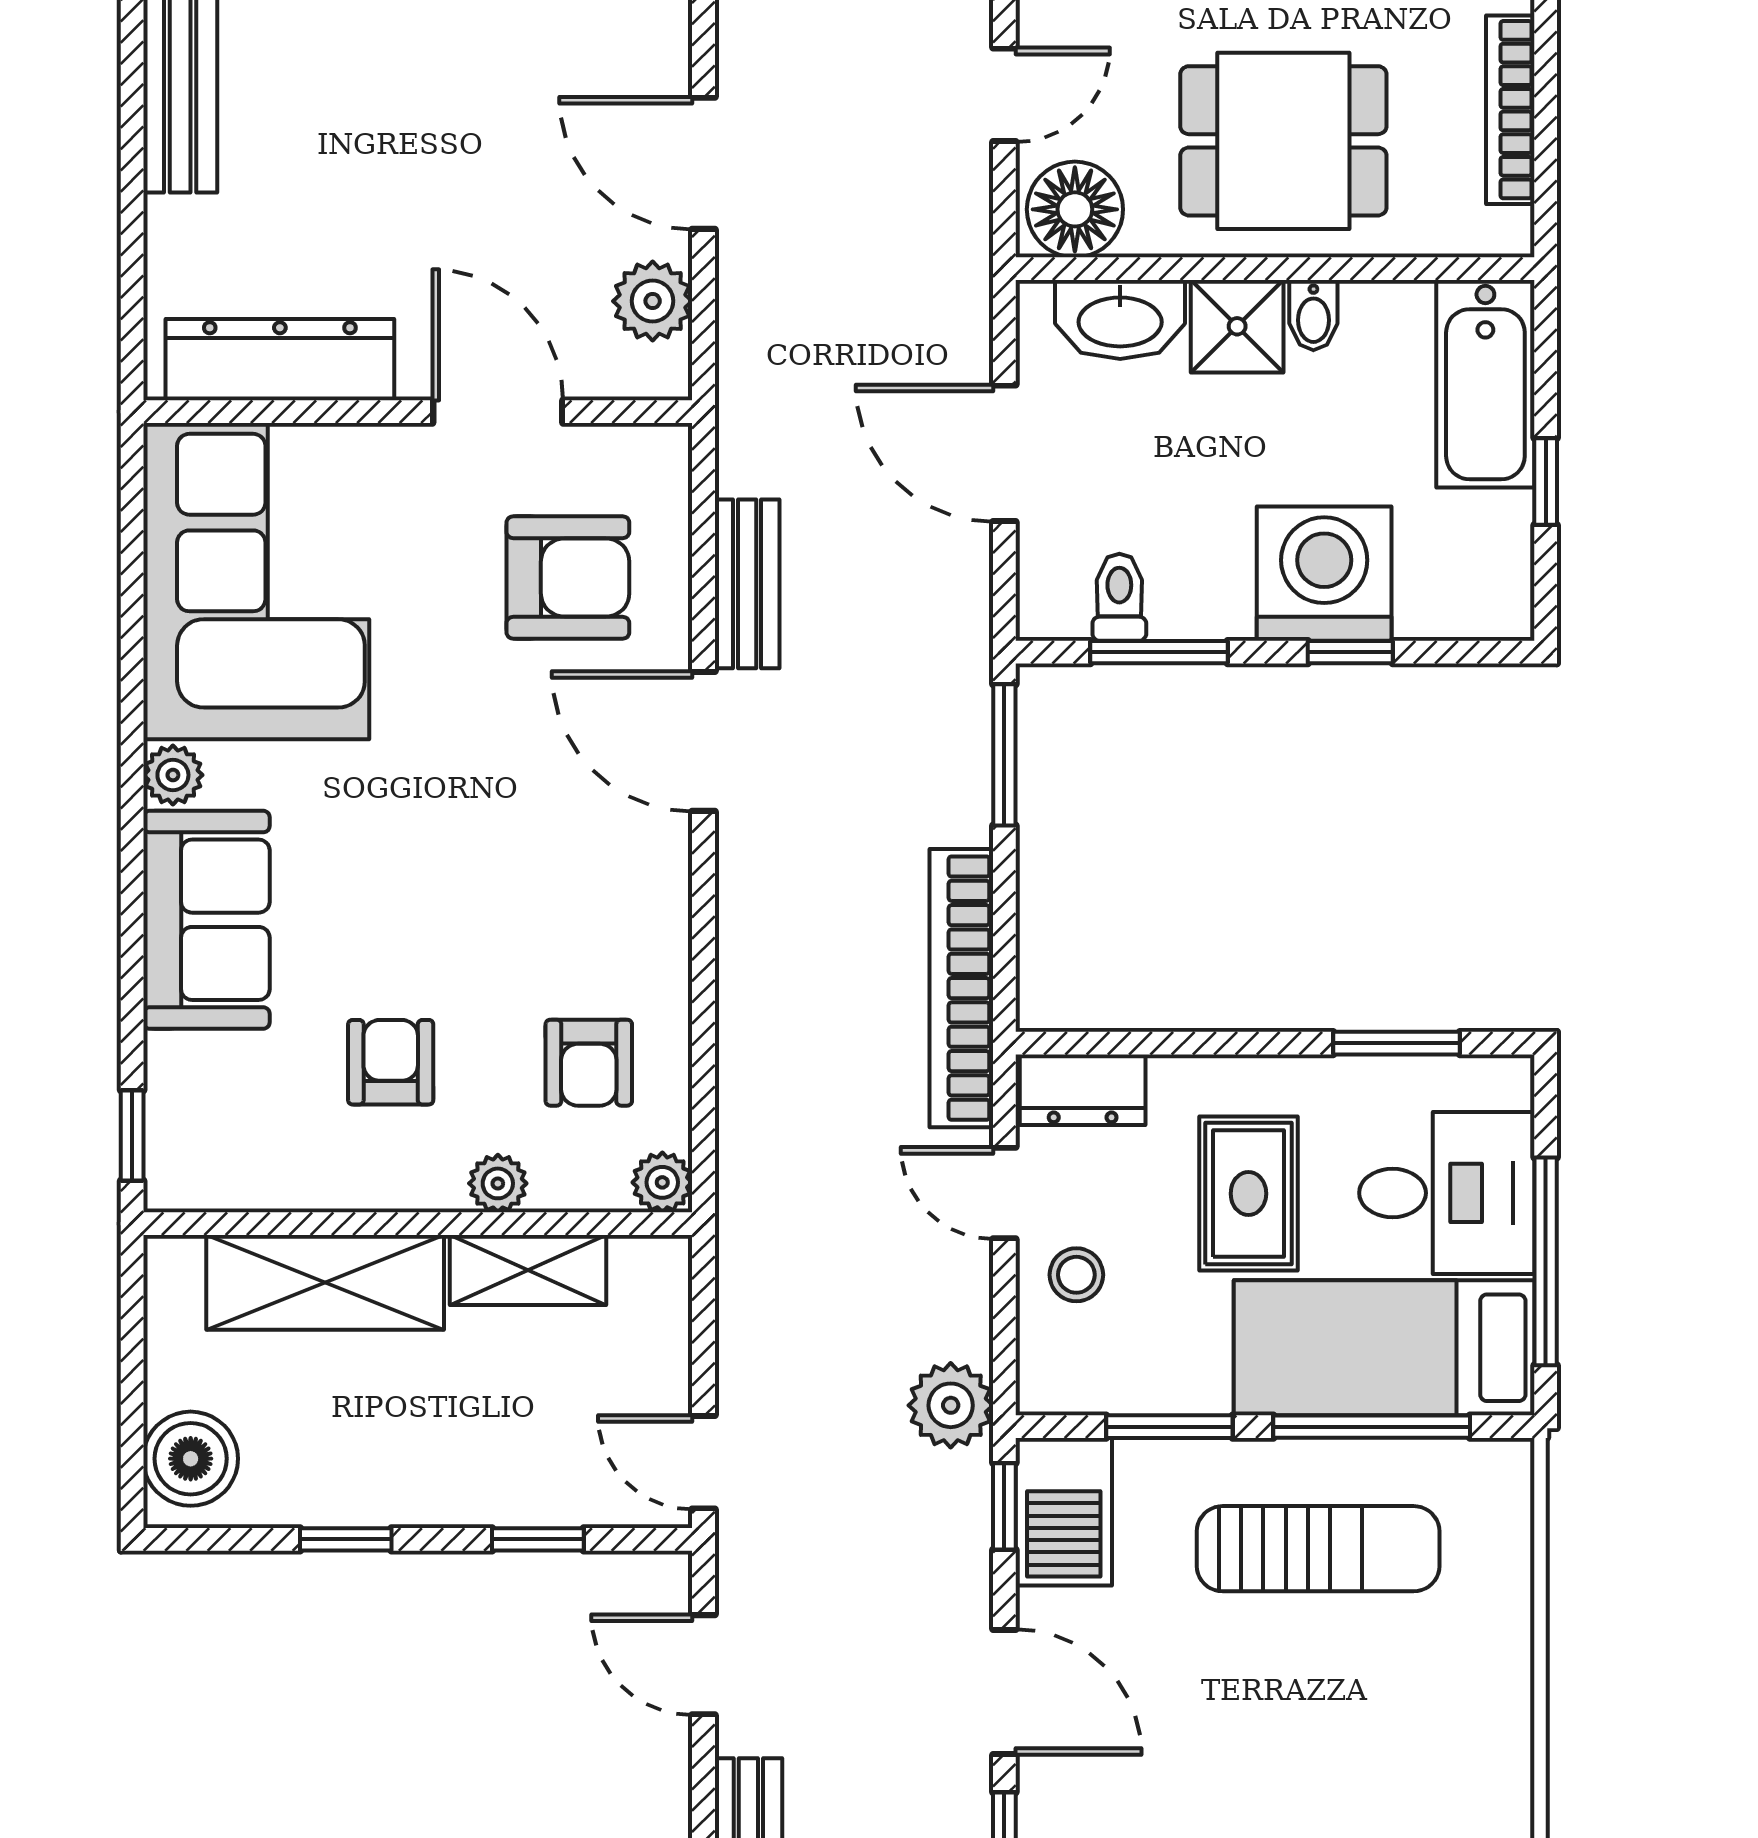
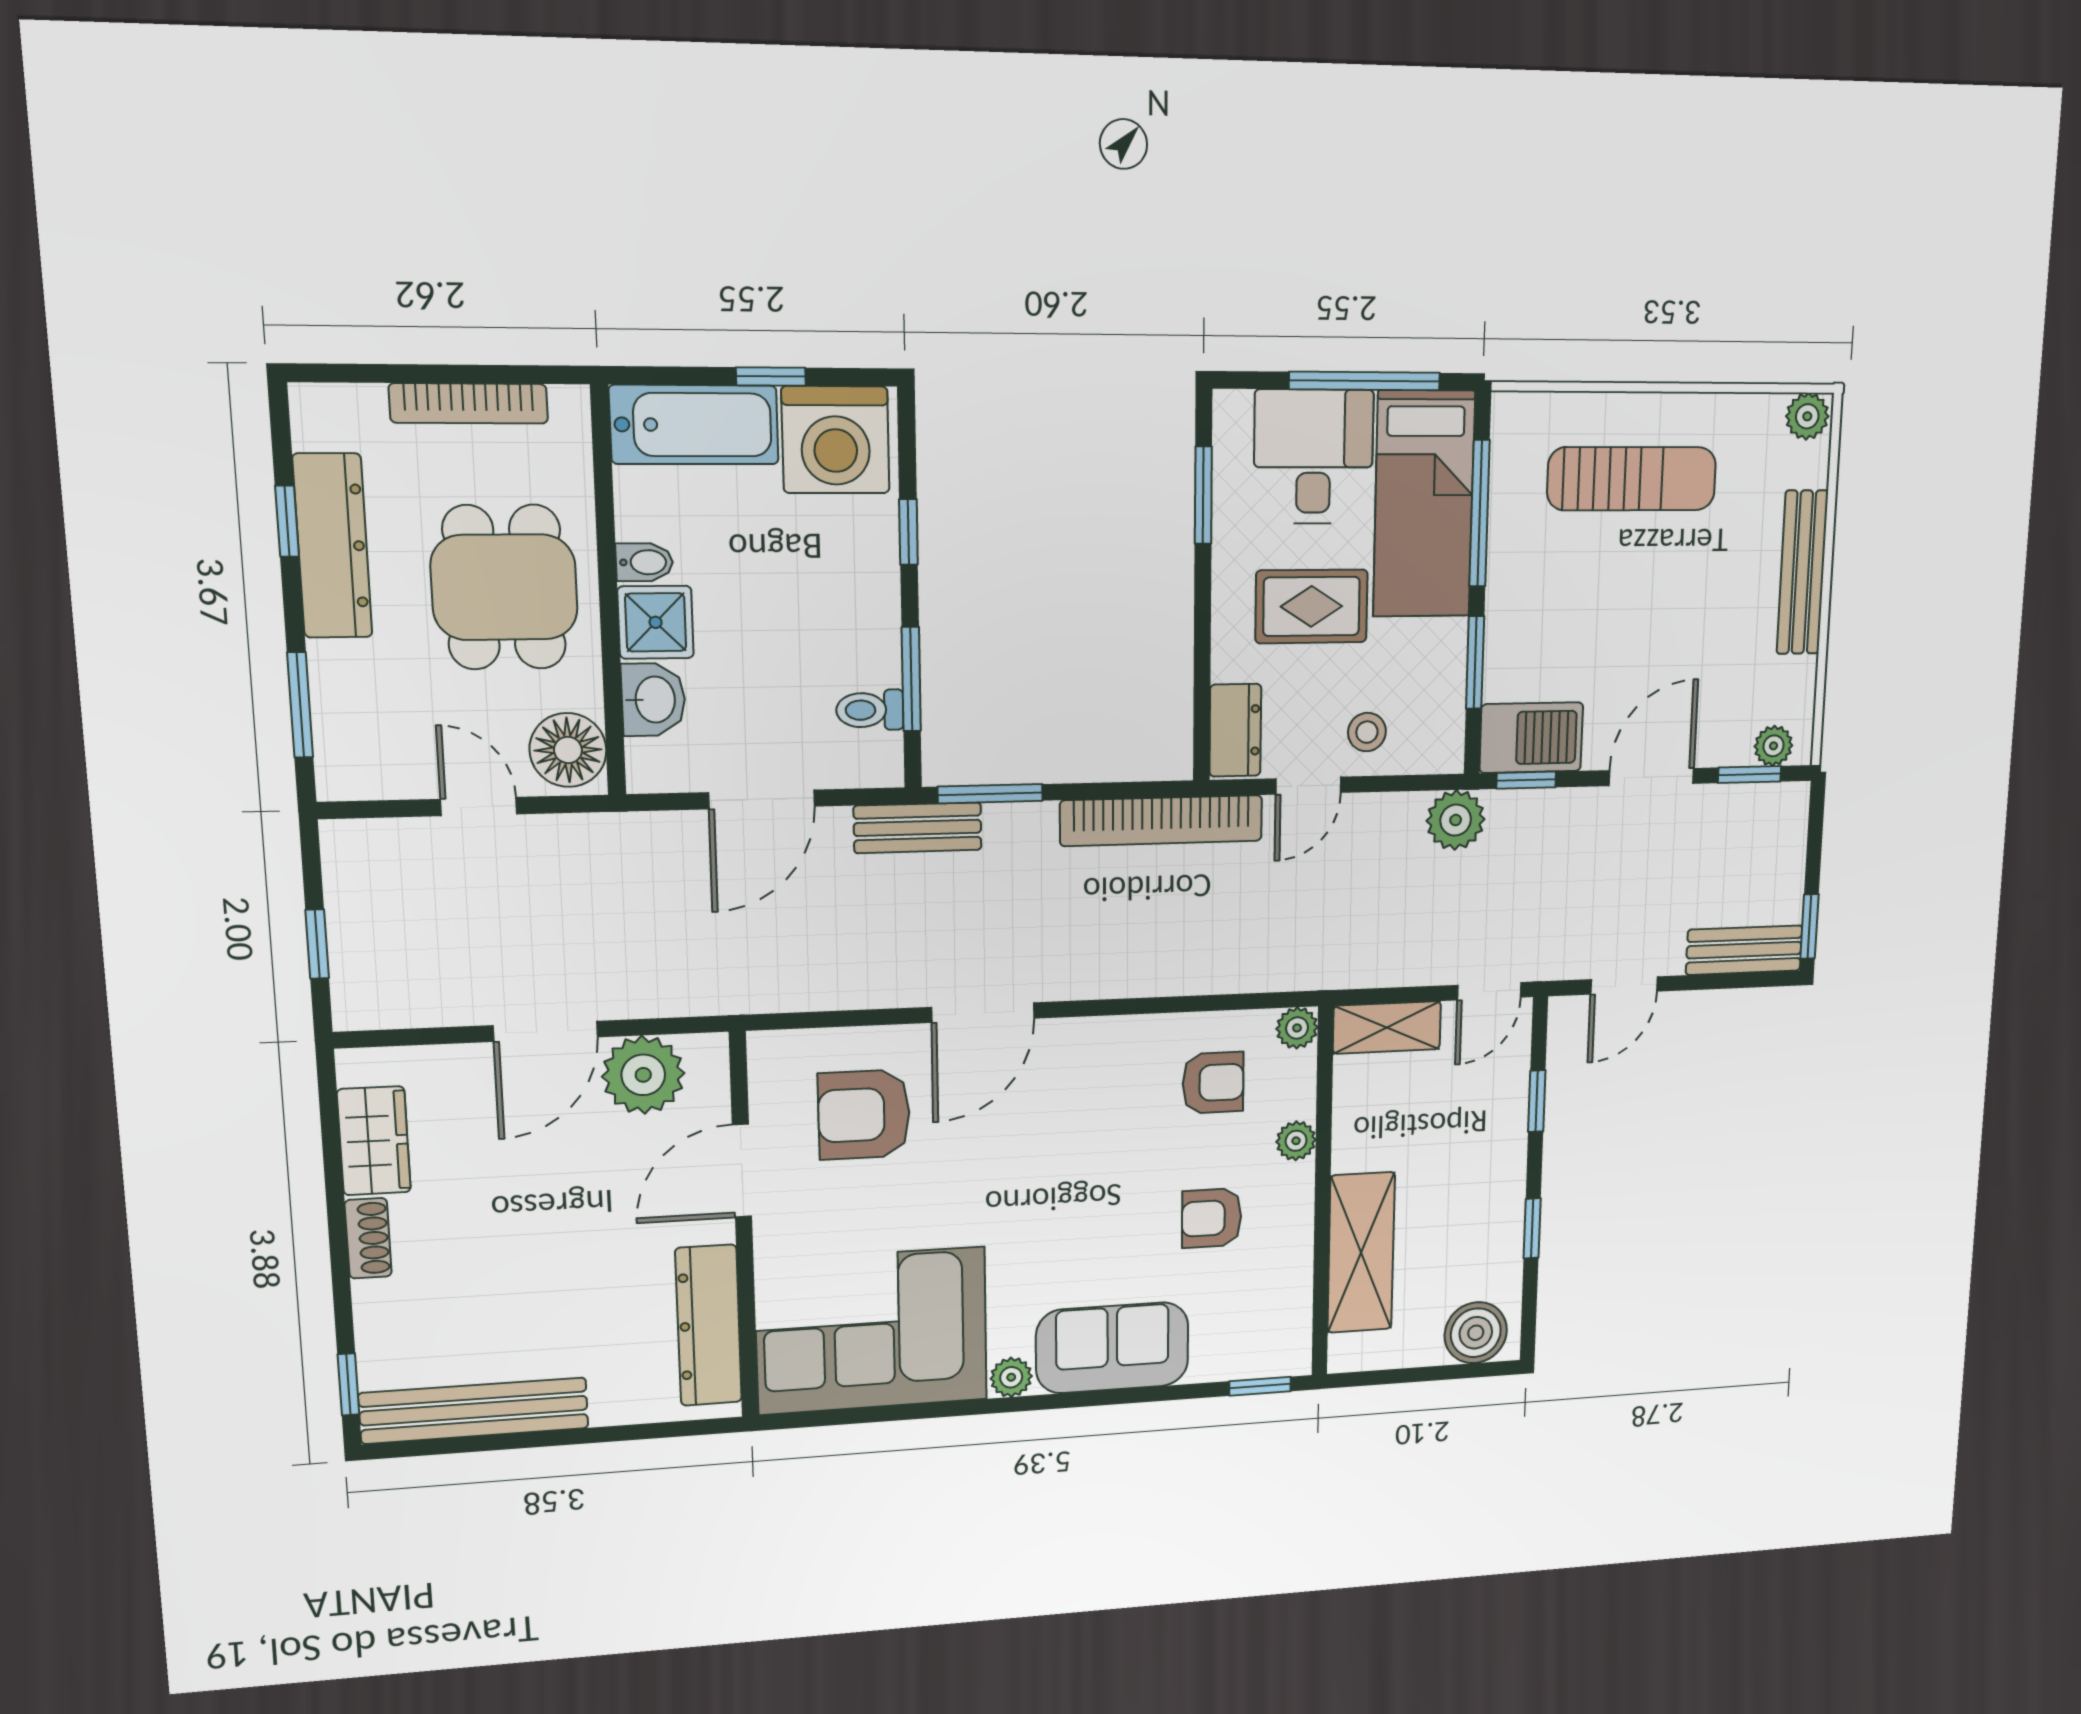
plant: (653, 301) -> (643, 1075), width x1.36, depth x1.36
washbasin: (1120, 320) -> (653, 700), width x0.72
washing machine: (1324, 574) -> (836, 440), moved, turned -90
armchair: (568, 577) -> (864, 1115), turned -90
bench: (747, 584) -> (918, 828), moved
shelving: (528, 1270) -> (1387, 1028), moved, turned 90
sun lounger: (1318, 1549) -> (1632, 479), moved, turned 90

